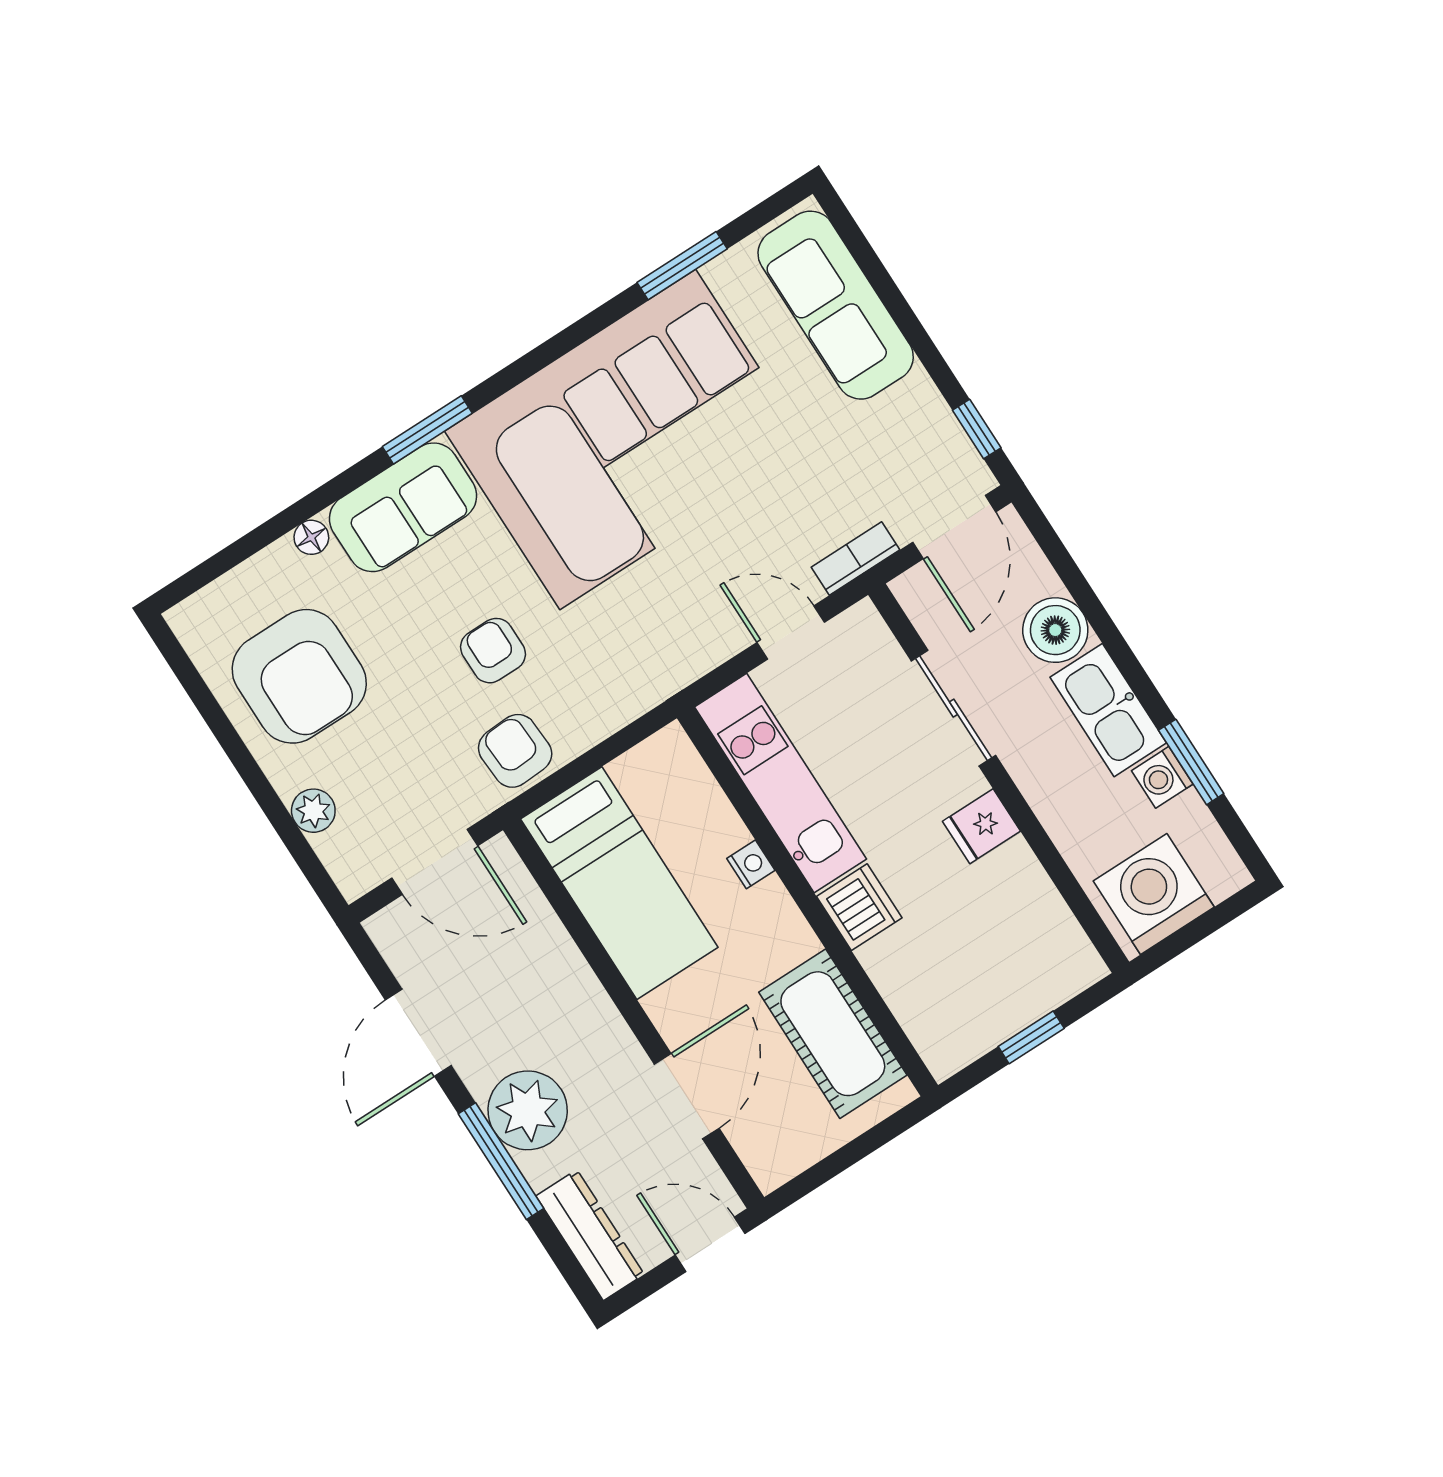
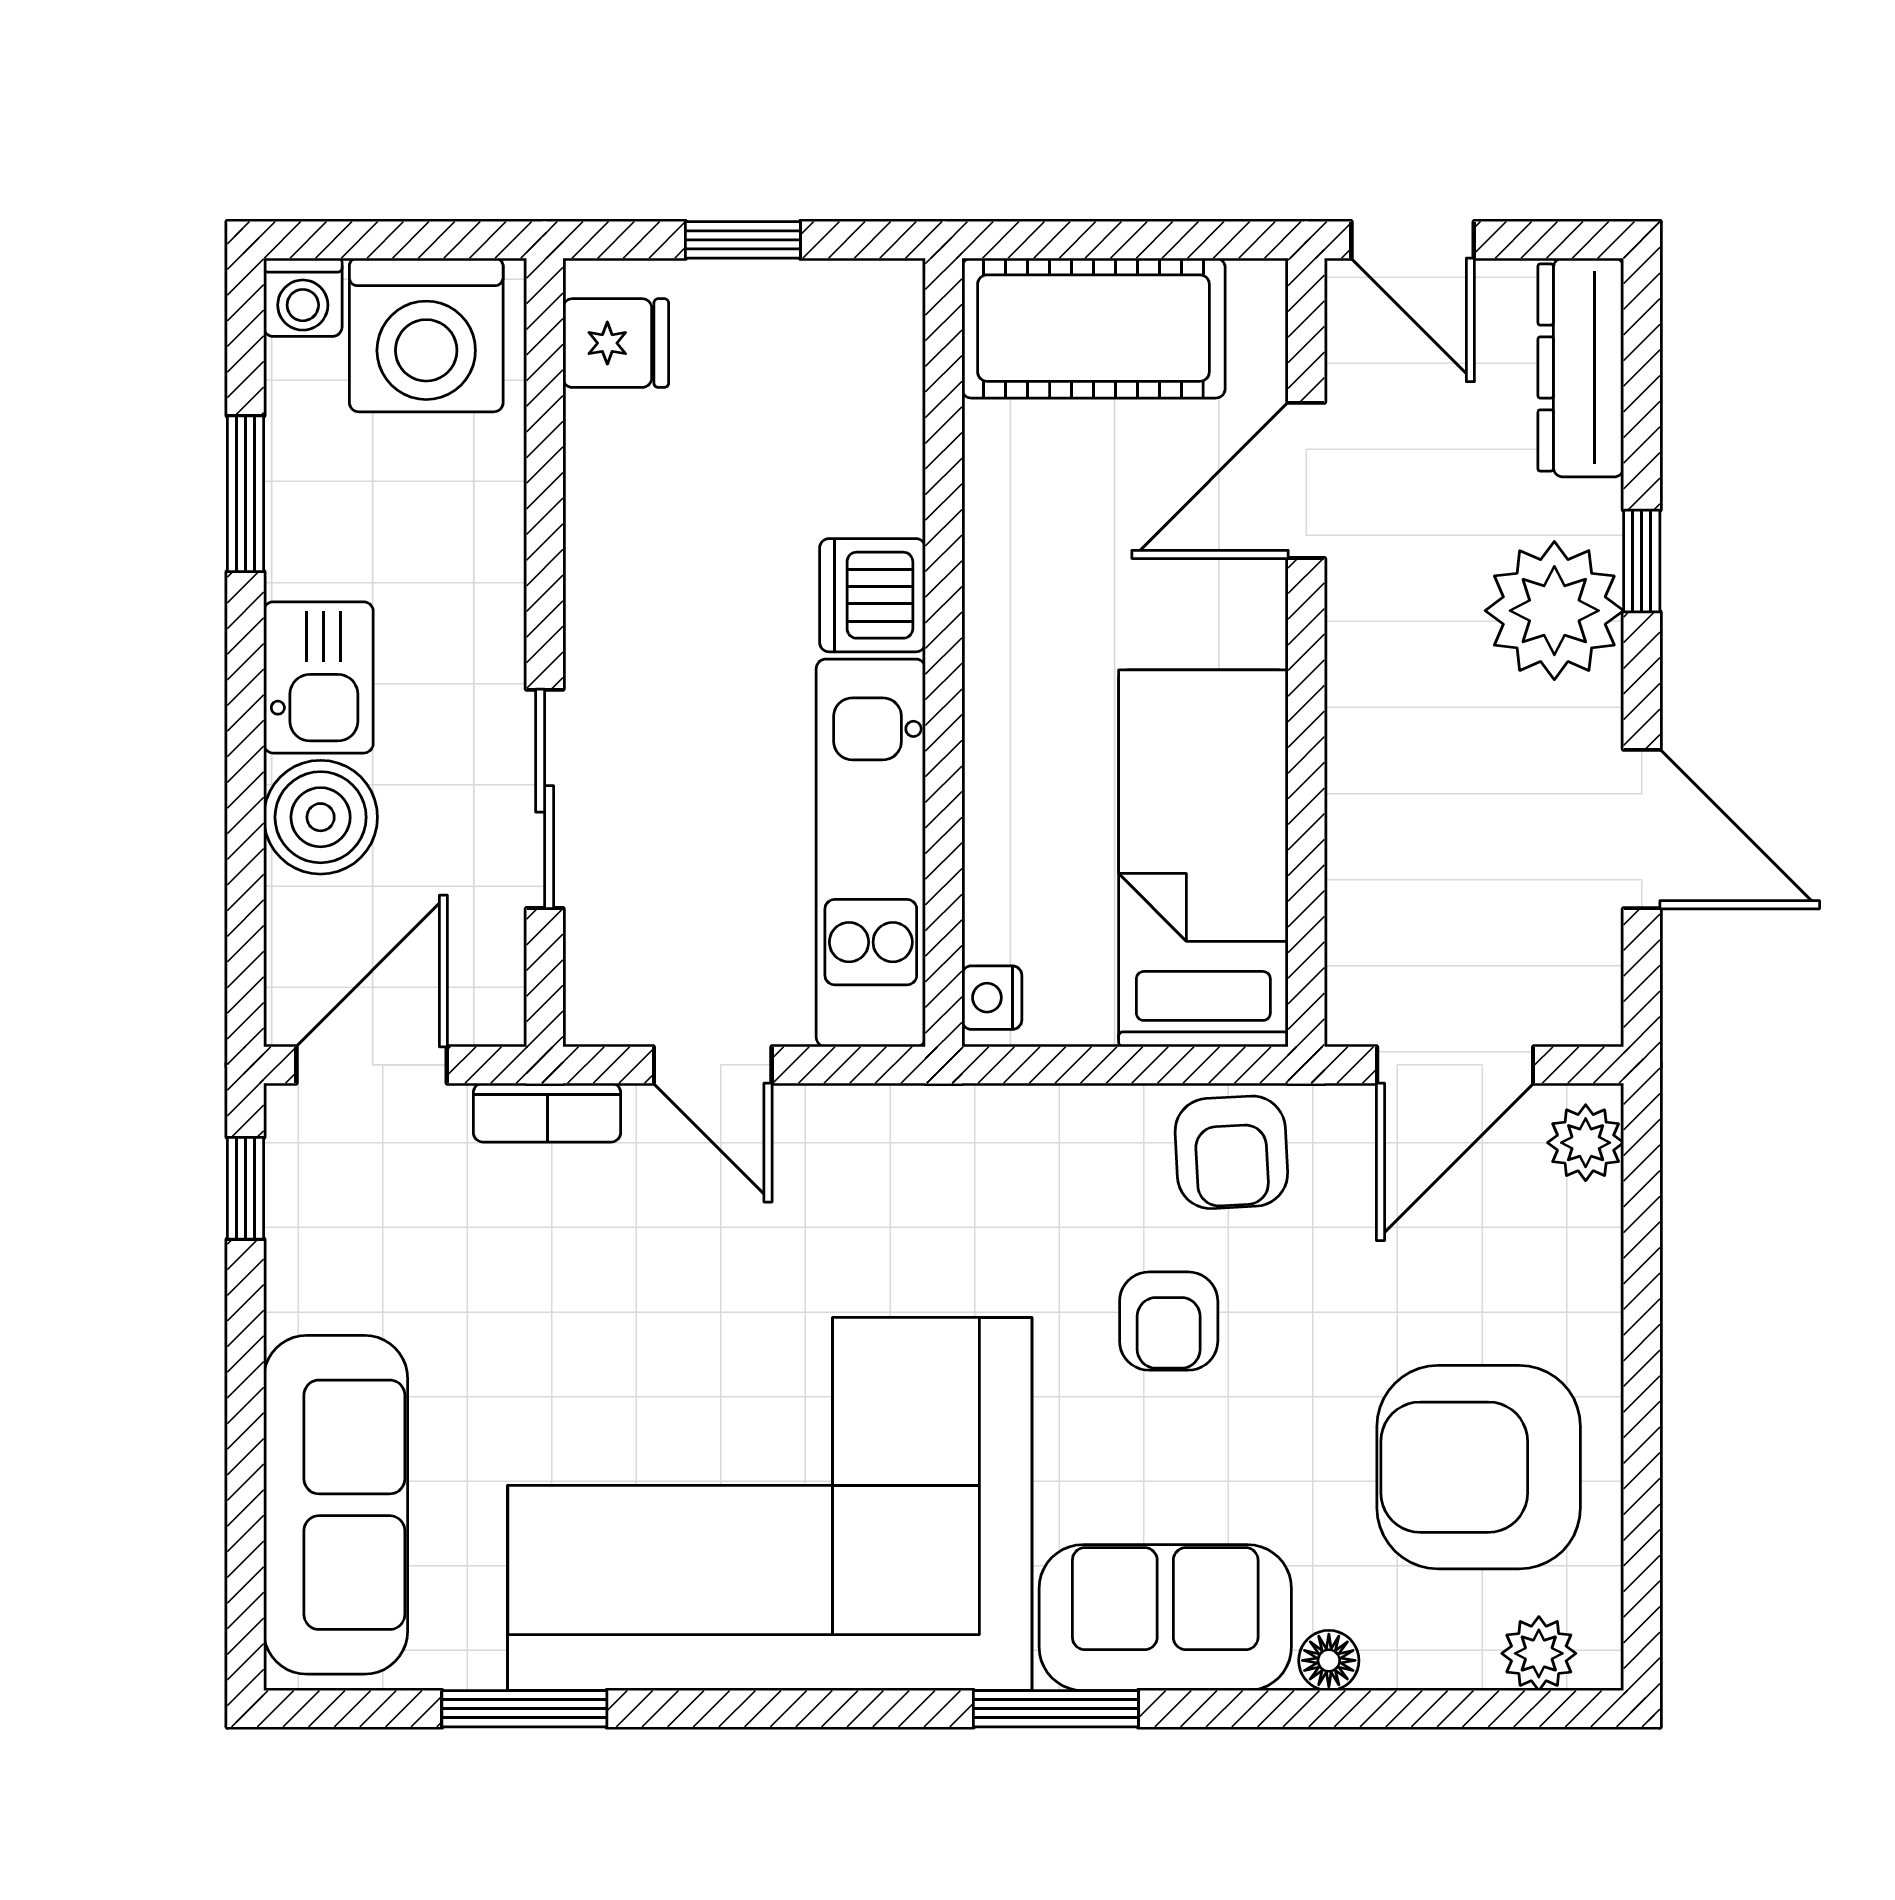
plant: (213, 606) -> (1539, 1653), added
armchair: (299, 676) -> (1479, 1467), turned -90
kitchen sink: (1108, 710) -> (318, 677), width x0.73
washing machine: (1162, 777) -> (303, 297), moved, turned 90
plant: (313, 811) -> (1586, 1143), moved
fridge: (981, 826) -> (616, 343), moved
door: (435, 862) -> (1455, 1065), swing flipped
nightstand: (751, 864) -> (992, 998), moved
door: (418, 1033) -> (1642, 829), hinge flipped
cot: (833, 1034) -> (1093, 328), moved, turned 90
window: (501, 1161) -> (1642, 561), width x0.46

